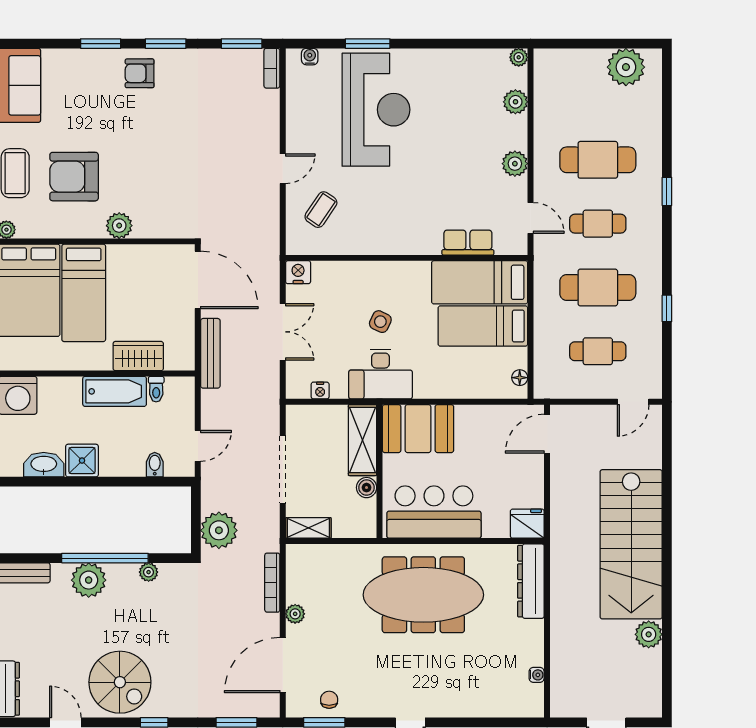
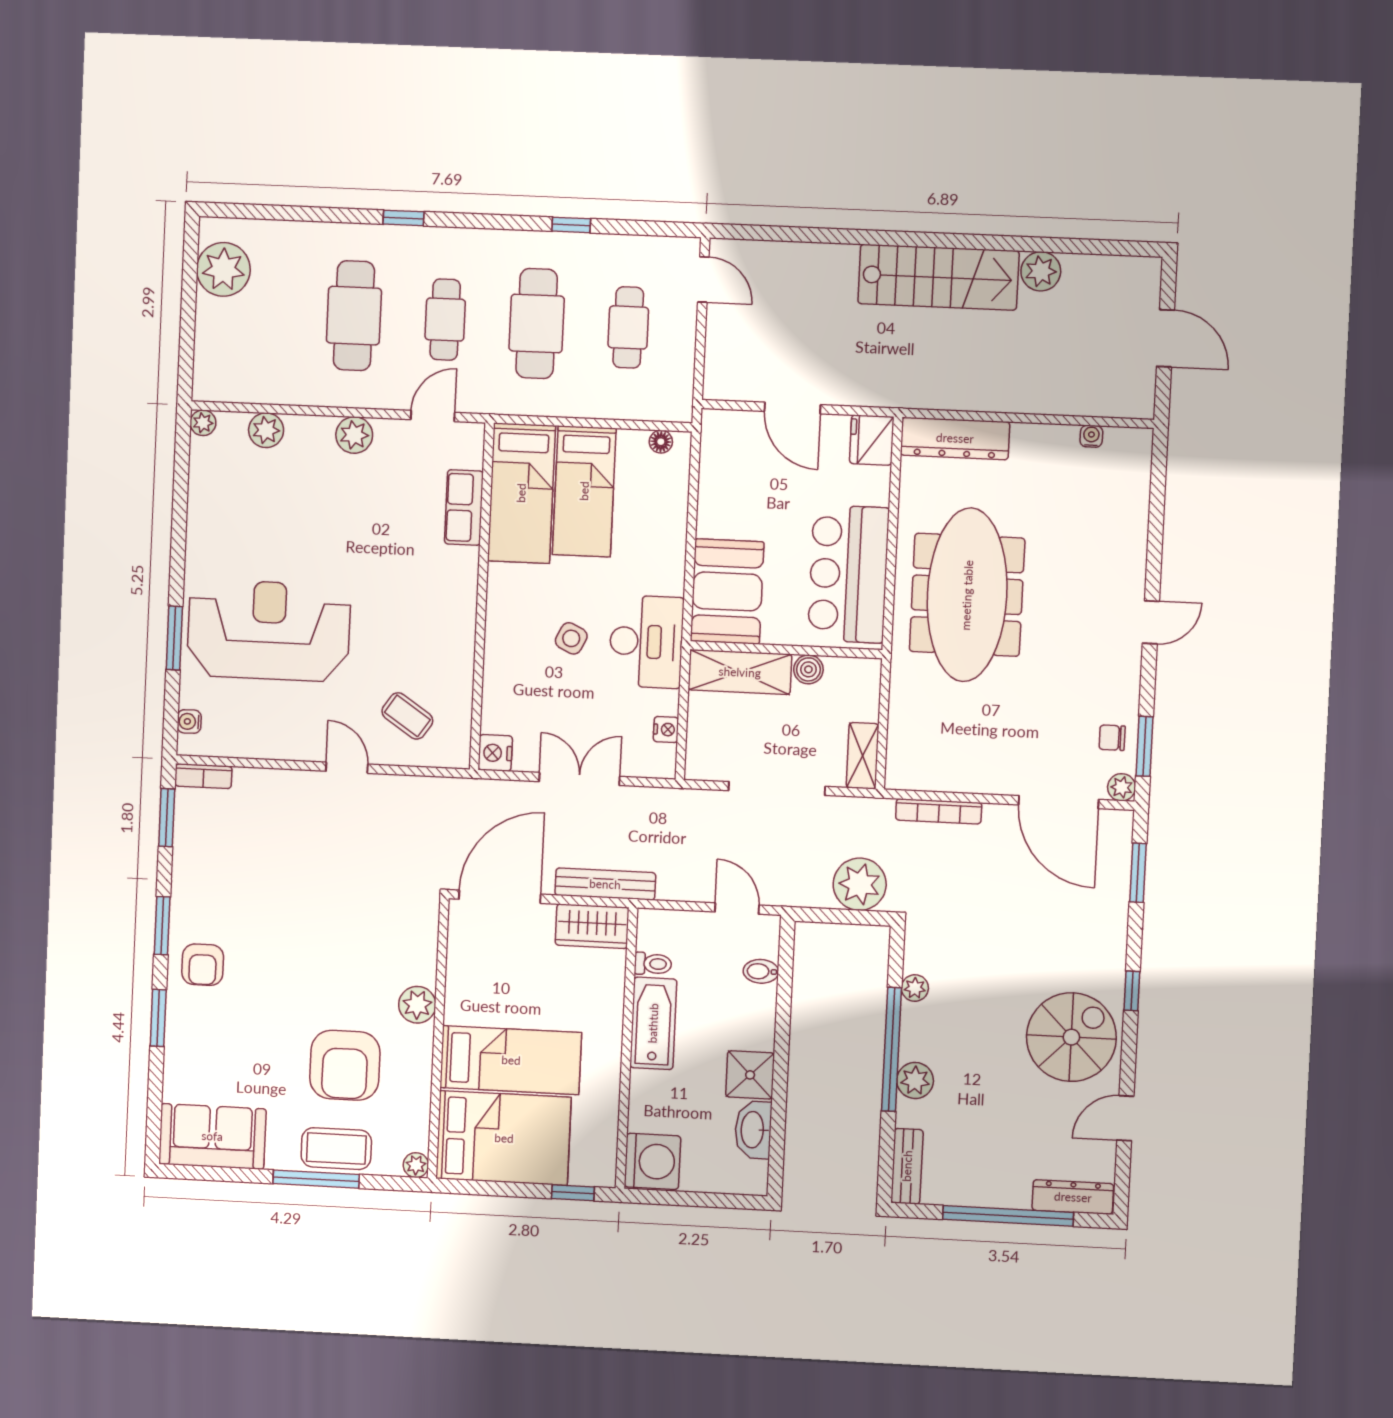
wardrobe: (138, 356) -> (592, 926), moved, turned -90
door: (547, 434) -> (792, 408), moved
stairs: (631, 544) -> (938, 277), width x0.73, depth x0.66
plant: (89, 580) -> (915, 1080), width x0.73, depth x0.73
plant: (295, 614) -> (1122, 787), moved

